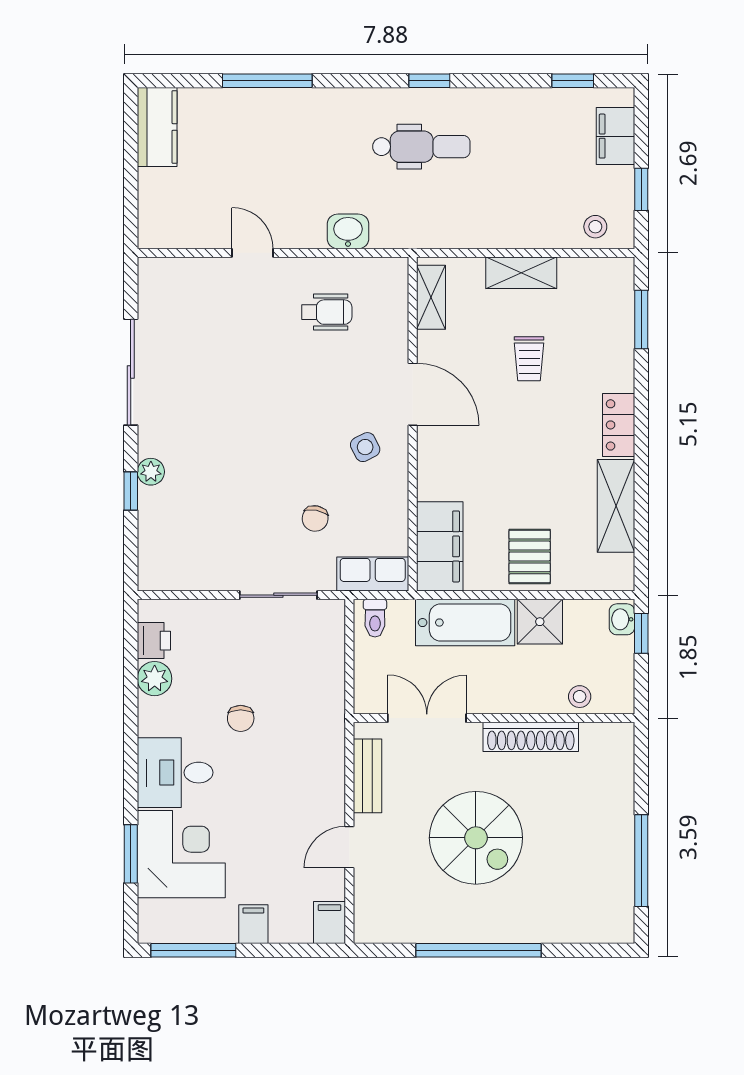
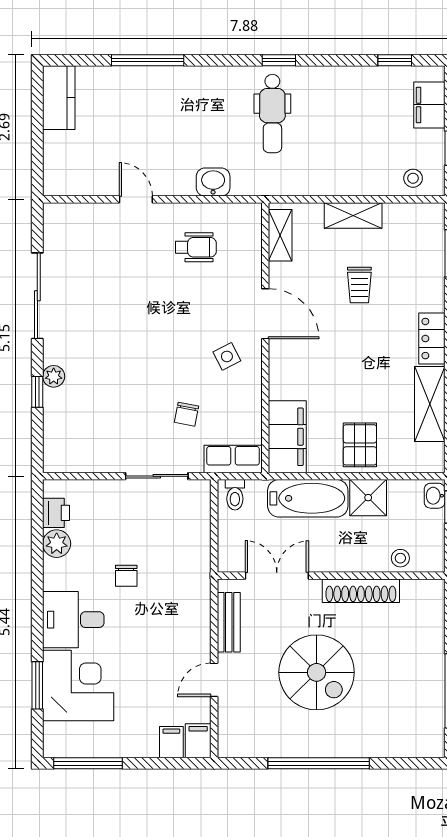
dental chair: (421, 147) -> (272, 113), turned 90
filing cabinet: (253, 924) -> (171, 742), moved

